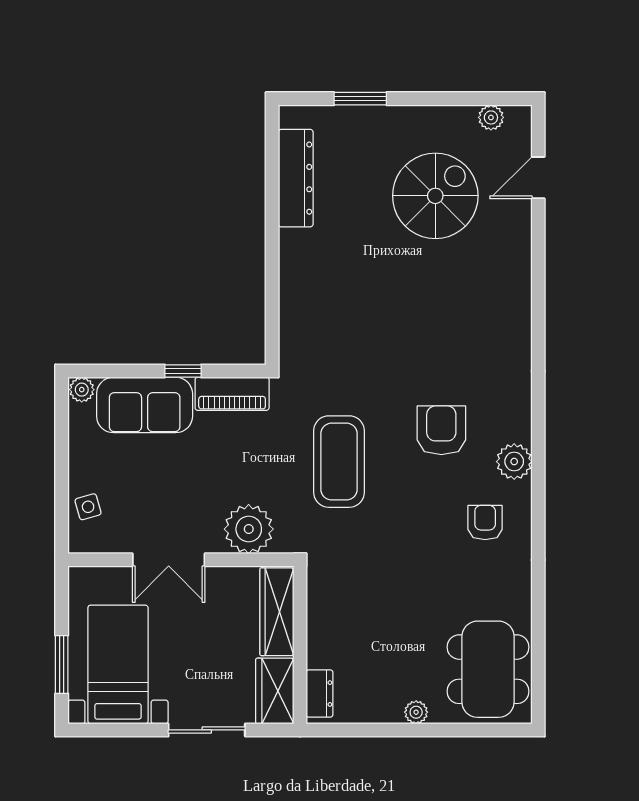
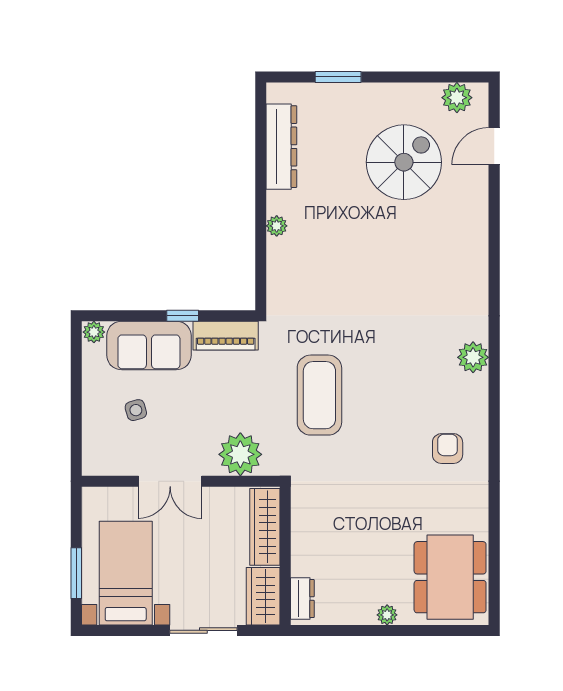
plant: (491, 117) -> (457, 98), width x1.38, depth x1.38
plant: (290, 269) -> (277, 226), added
armchair: (441, 430) -> (409, 368), removed
plant: (514, 462) -> (473, 357), moved
side table: (88, 507) -> (136, 410), moved

